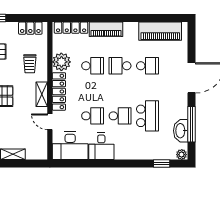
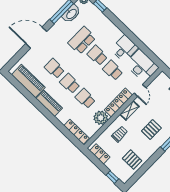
piano: (106, 29) -> (49, 103), moved
school desk: (120, 66) -> (70, 83), turned 180

